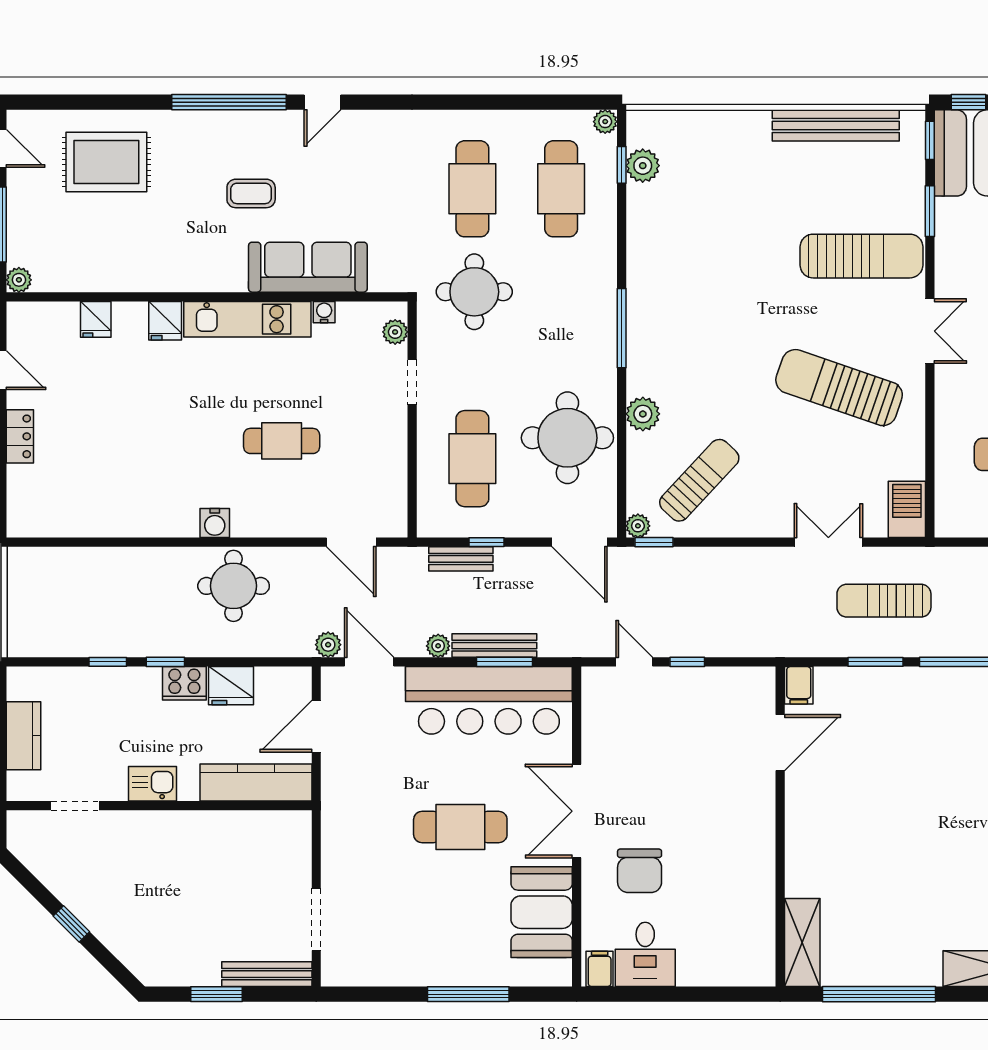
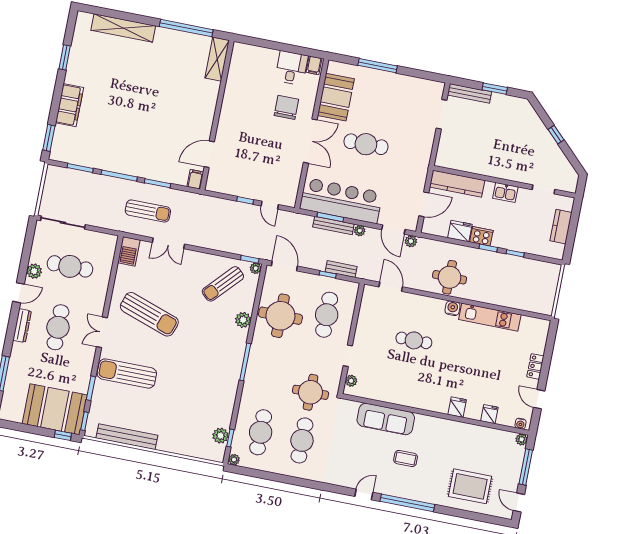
water cooler: (324, 312) -> (521, 424), moved
kitchen unit: (247, 319) -> (490, 317), moved, turned 180

